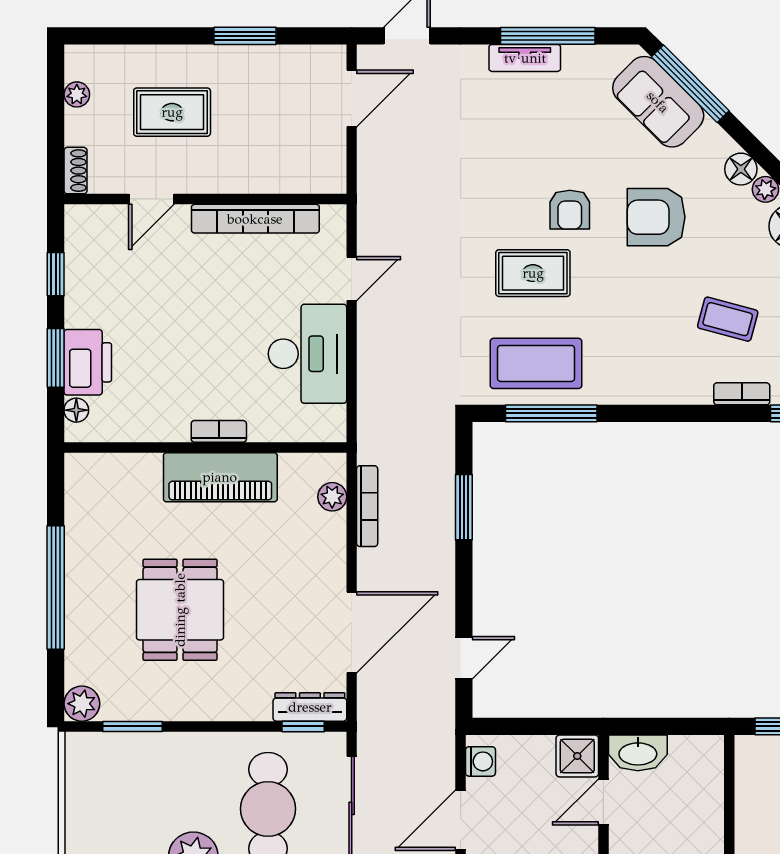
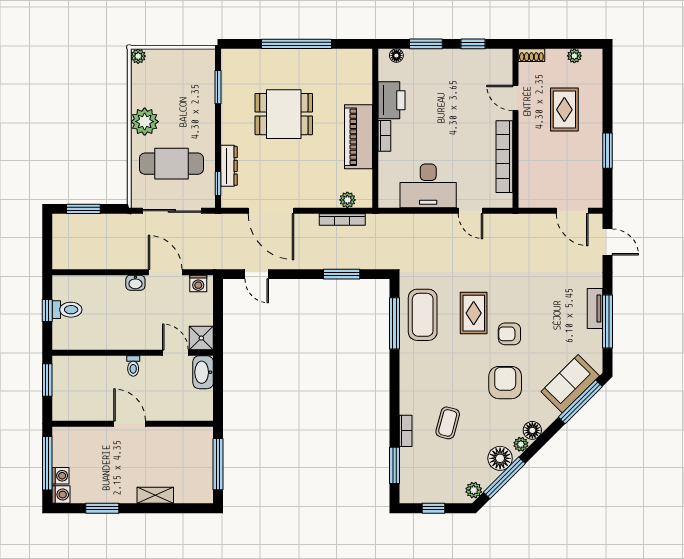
printer: (88, 362) -> (392, 100), moved, turned -90
plant: (82, 704) -> (231, 59), removed
dresser: (310, 707) -> (229, 166), moved

